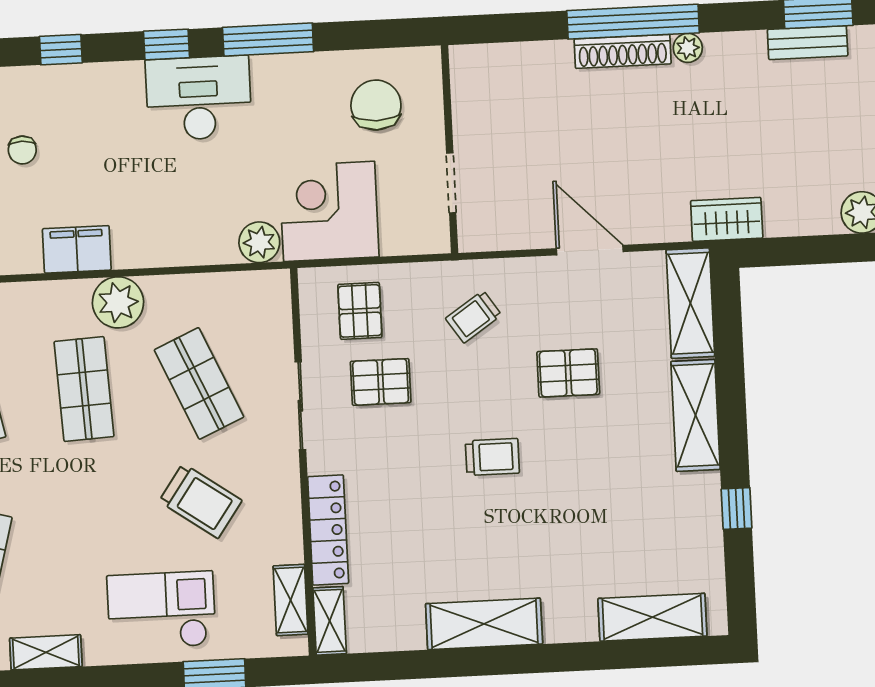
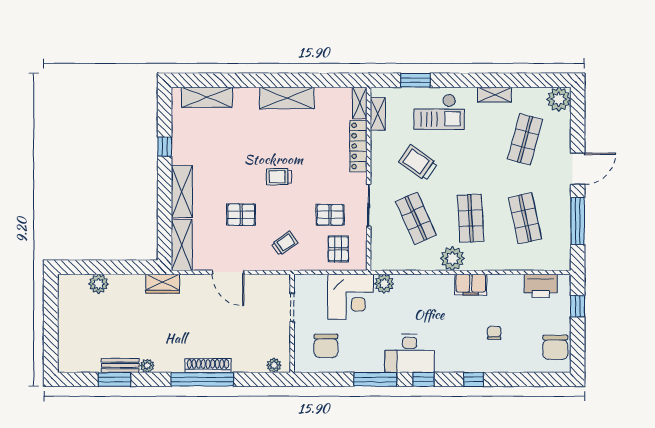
plant: (688, 48) -> (147, 366), moved
plant: (483, 59) -> (274, 365), added

